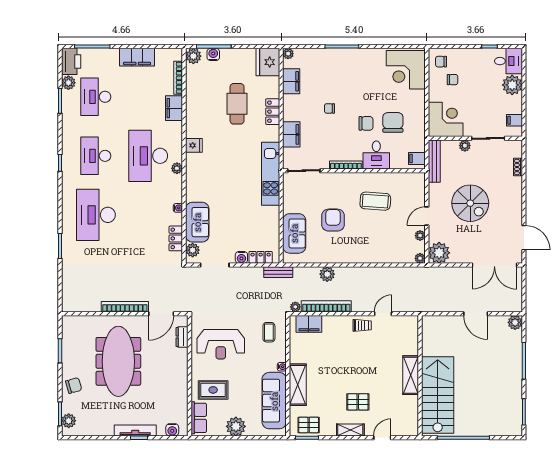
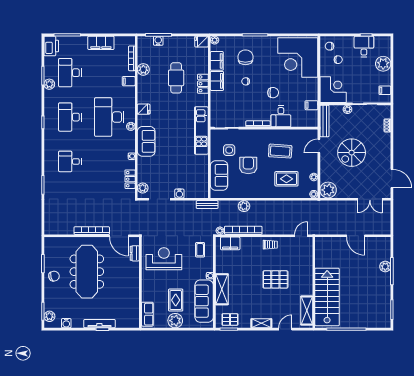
plant: (193, 56) -> (143, 69), moved
desk: (508, 61) -> (364, 46), moved, turned -90
fridge: (268, 62) -> (201, 42), width x0.53, depth x0.75
corner desk: (406, 70) -> (298, 57), width x1.36, depth x1.36
plant: (68, 83) -> (49, 84), moved
filing cabinet: (174, 108) -> (129, 81), width x0.50
chair: (393, 122) -> (245, 57), moved
filing cabinet: (291, 134) -> (217, 81), moved
filing cabinet: (417, 158) -> (311, 105), moved
side table: (308, 200) -> (229, 150), added
spiral stairs: (470, 203) -> (352, 153), turned 90
desk: (96, 215) -> (70, 161), width x0.53, depth x0.77
door: (427, 216) -> (319, 146), moved
sofa: (197, 222) -> (146, 141), moved
rug: (384, 238) -> (286, 179), added
locker: (261, 257) -> (194, 193), removed
double door: (494, 265) -> (370, 199), width x0.73
door: (161, 314) -> (119, 236), hinge flipped
door: (383, 314) -> (301, 236), moved
plant: (515, 322) -> (385, 267), moved
reception desk: (221, 344) -> (164, 259), turned 180
shelving: (411, 375) -> (307, 311), moved
chair: (74, 385) -> (54, 276), moved
rug: (213, 390) -> (176, 300), moved, turned 90
pallet: (358, 402) -> (275, 279), moved, width x1.50, depth x1.42
water cooler: (172, 430) -> (66, 323), moved

